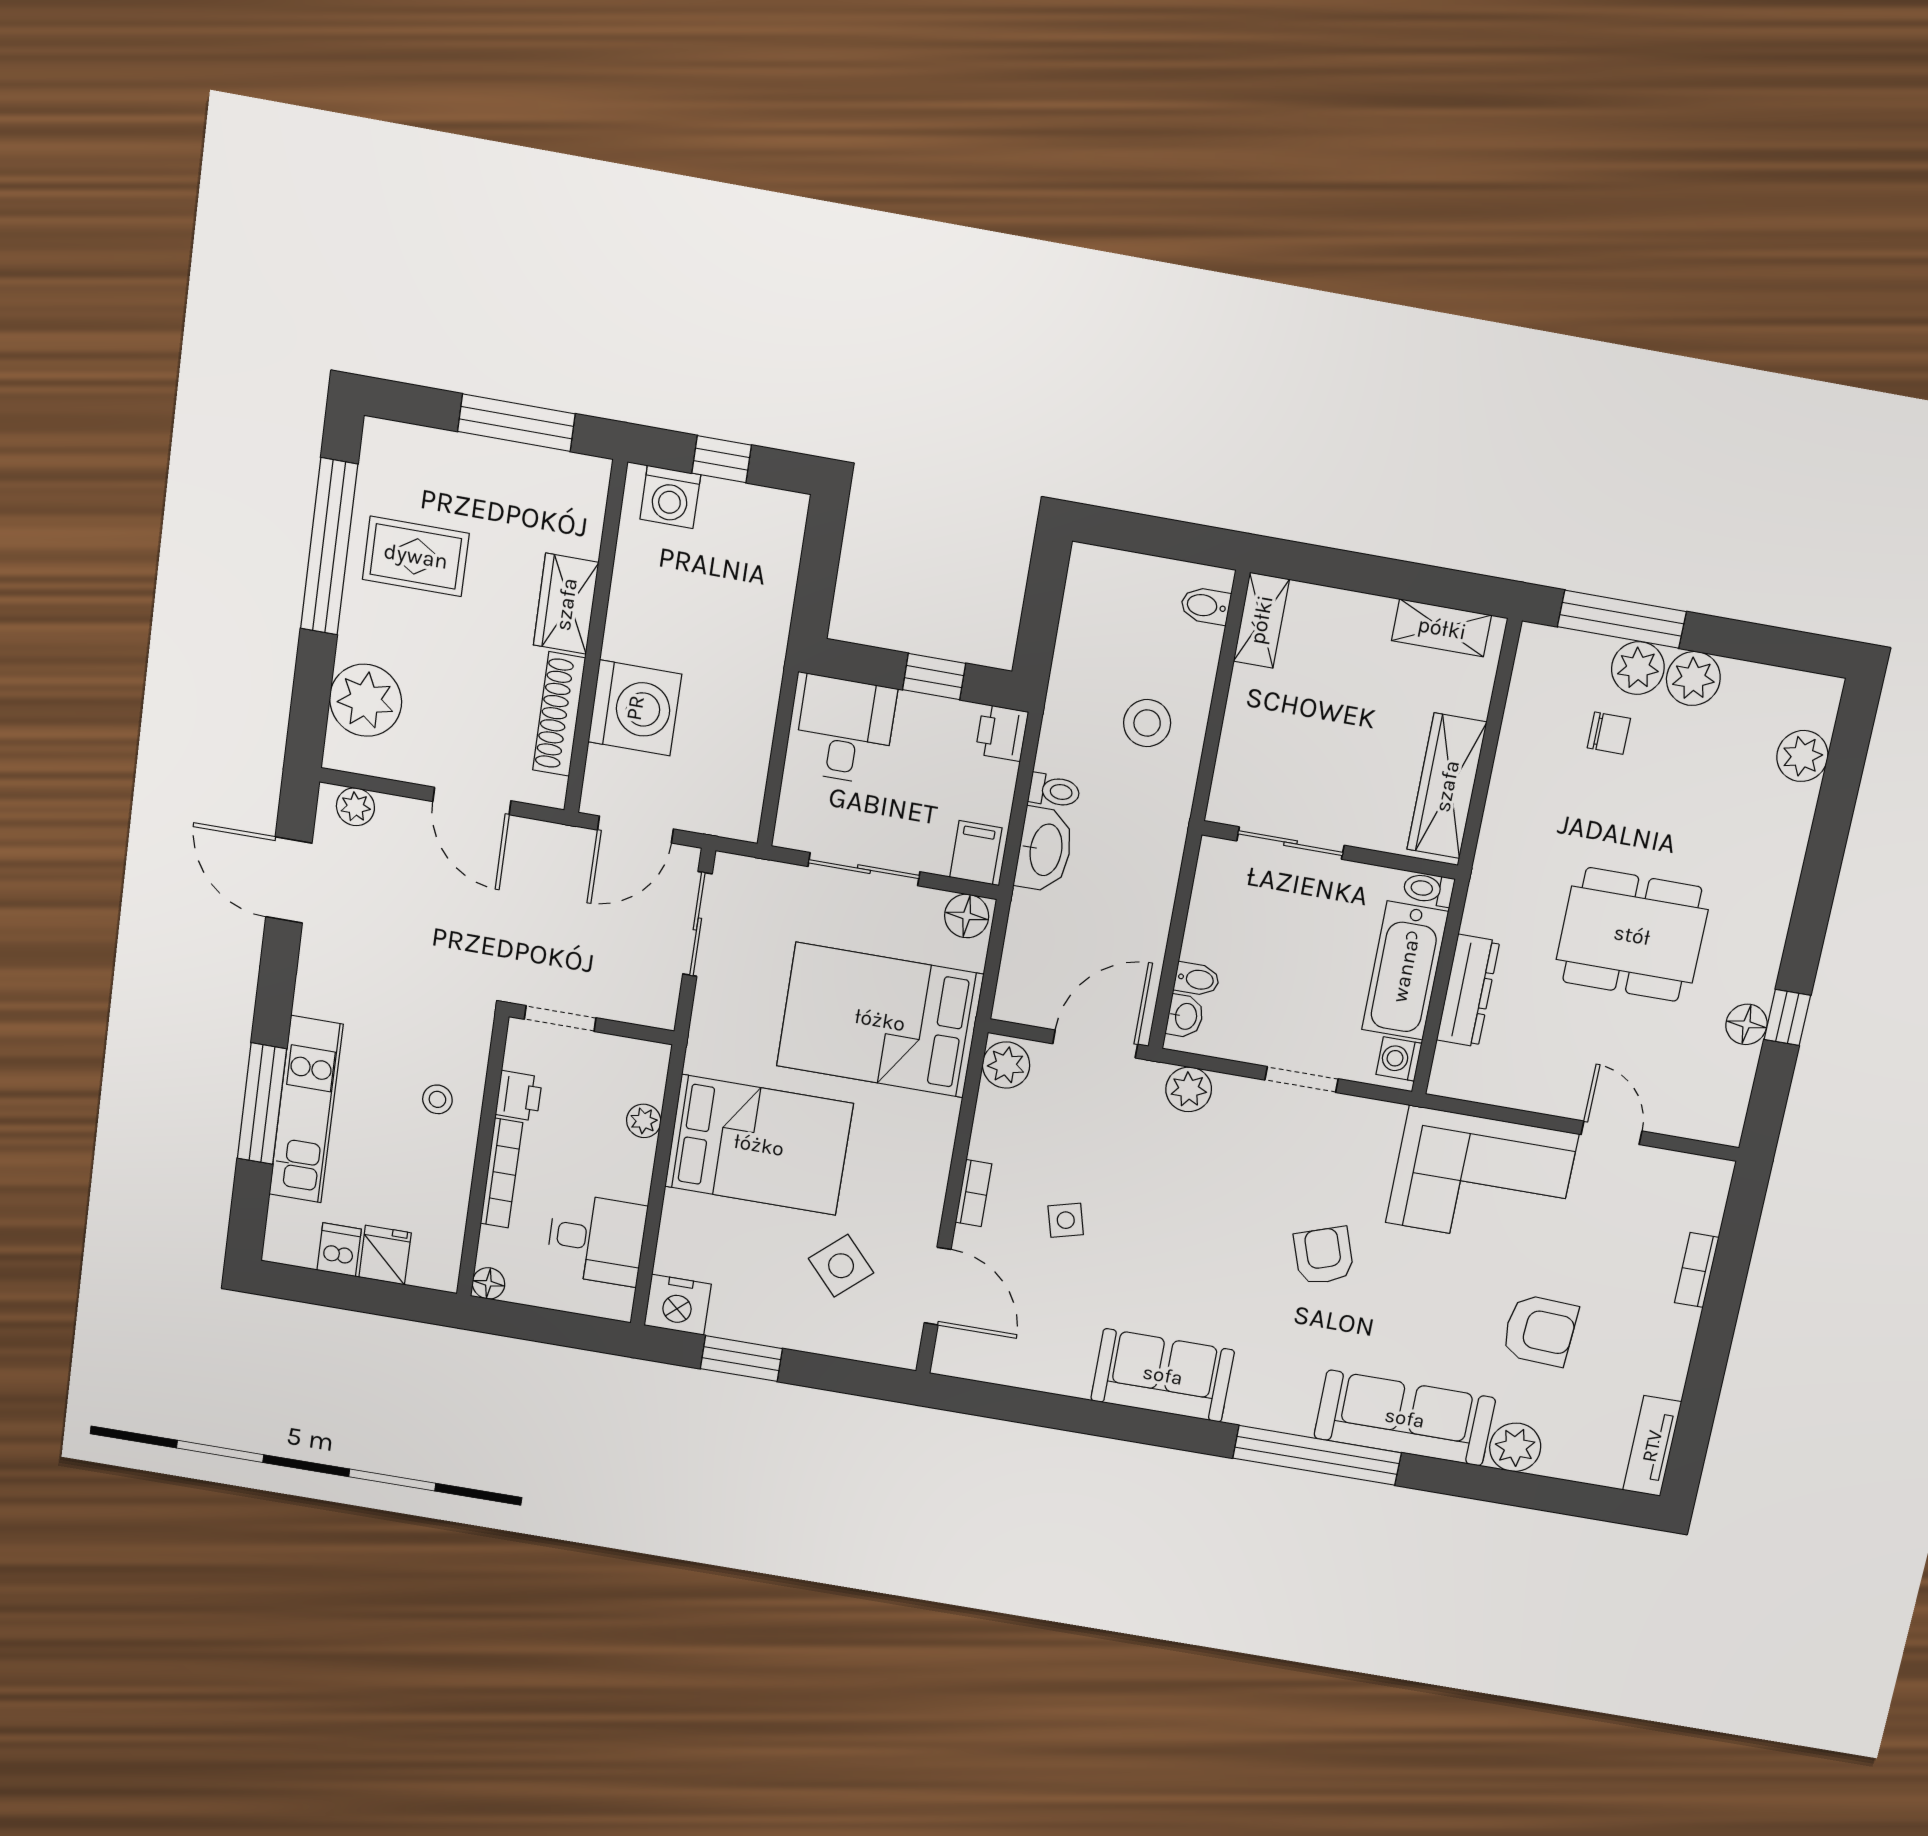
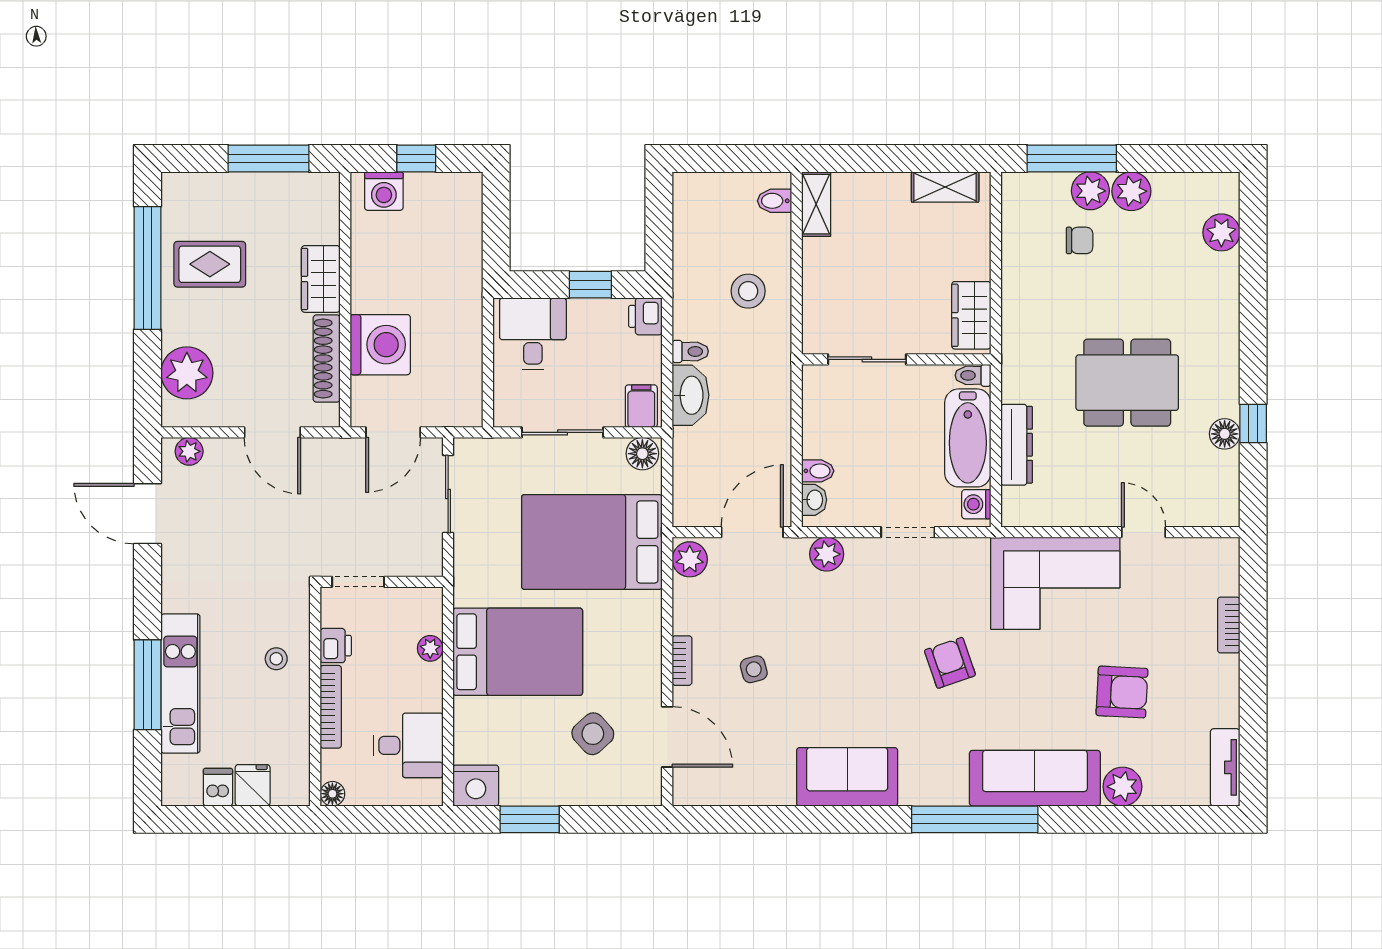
wardrobe: (1447, 786) -> (971, 315), width x0.67

